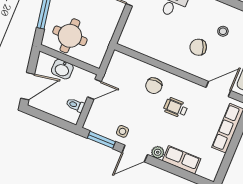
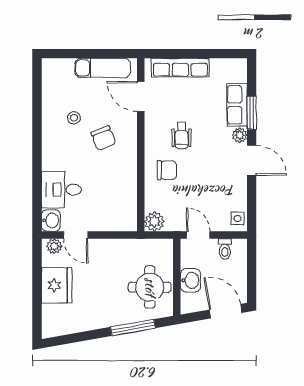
plant: (119, 60) -> (154, 221), added
side table: (123, 131) -> (237, 218), moved
window: (101, 140) -> (252, 113), moved

